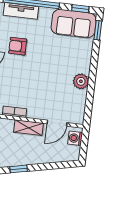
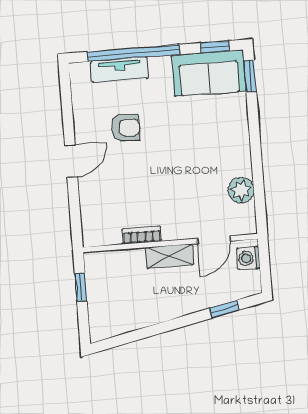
armchair: (18, 46) -> (126, 128), turned 180
plant: (81, 81) -> (241, 190), moved
window: (19, 169) -> (224, 309), moved

